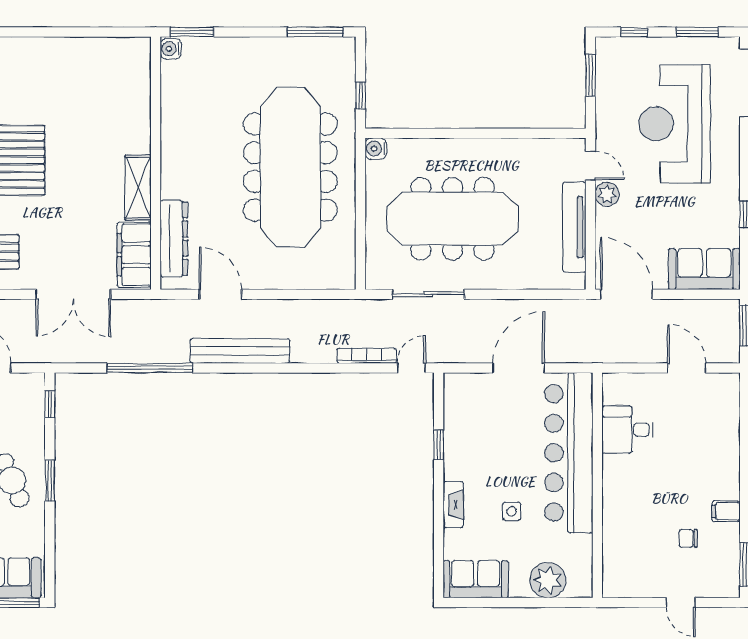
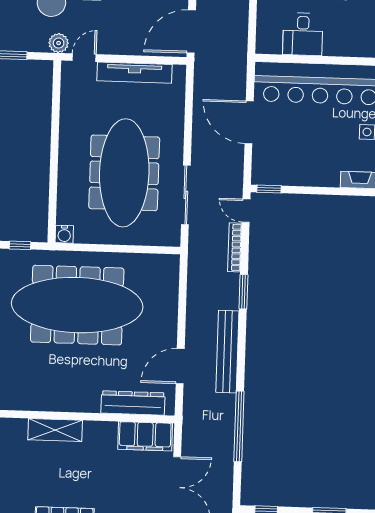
shelving: (138, 188) -> (55, 430), moved
plant: (607, 194) -> (59, 43), moved
window: (313, 368) -> (243, 292), added
window: (439, 445) -> (269, 189), moved

